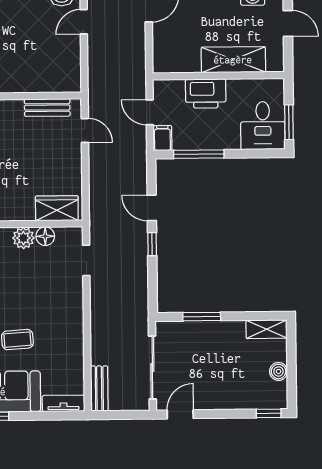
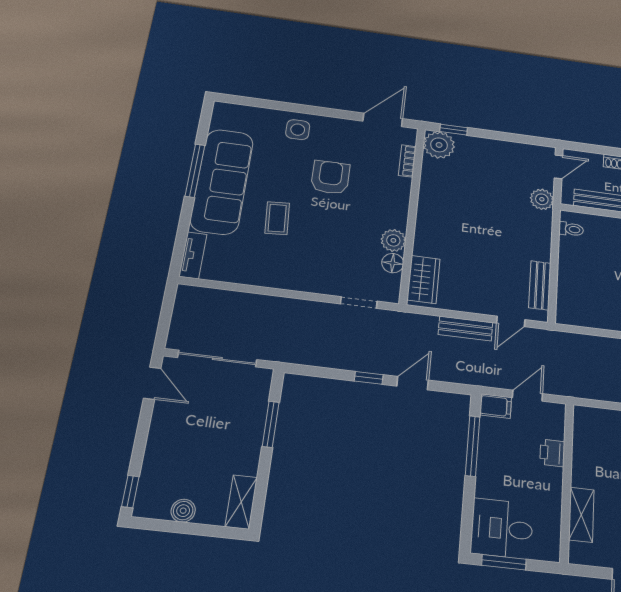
shelving: (233, 60) -> (581, 515), width x0.67, depth x0.75
printer: (206, 93) -> (552, 453), width x0.53, depth x0.68
bench: (99, 389) -> (465, 328), moved

